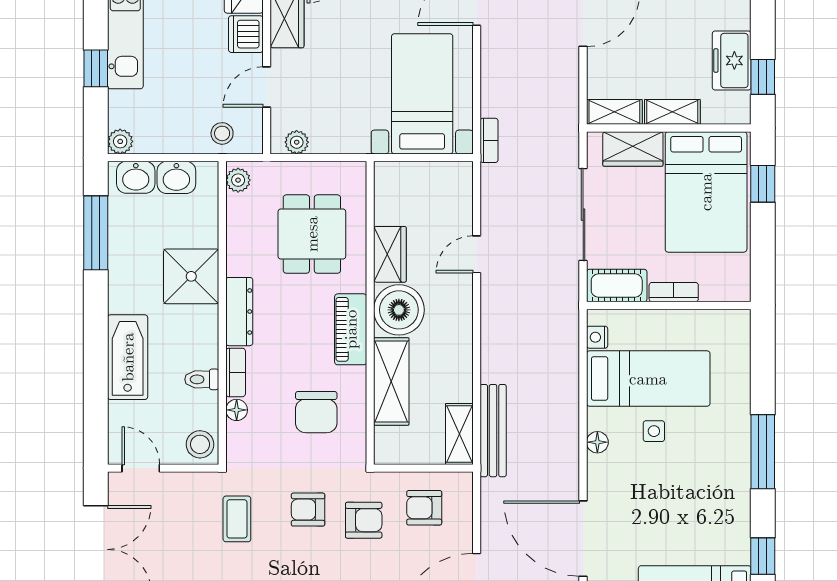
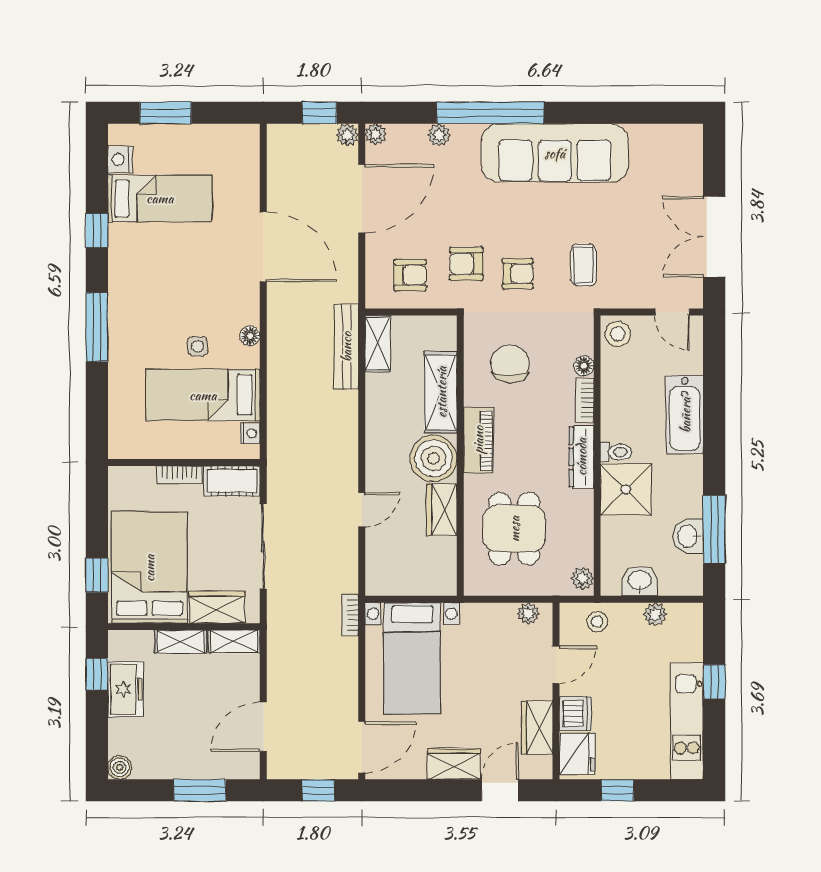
plant: (120, 141) -> (655, 614), moved
washbasin: (136, 177) -> (688, 536), moved, turned -90
toilet: (202, 379) -> (616, 452), moved

